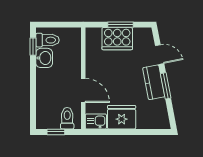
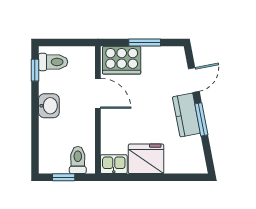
cooker: (117, 39) -> (122, 60), moved
door: (160, 54) -> (194, 80), hinge flipped
washbasin: (44, 58) -> (49, 106), moved
door: (83, 90) -> (98, 93), moved

